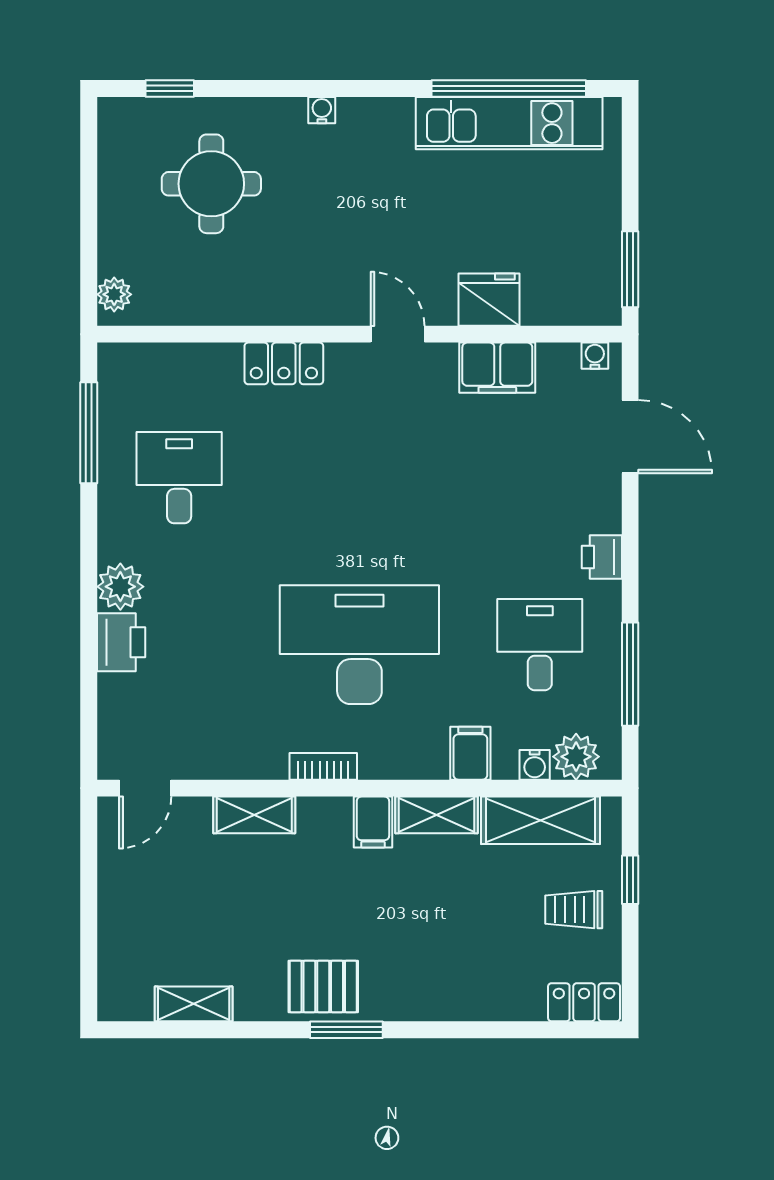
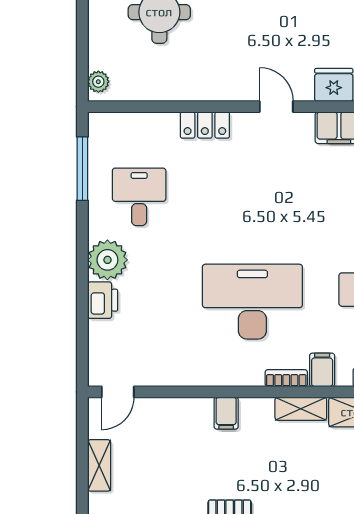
plant: (120, 587) -> (107, 260), width x1.36, depth x1.36
bookcase: (323, 766) -> (286, 378), moved
shelving: (254, 815) -> (99, 465), moved, turned 90
filing cabinet: (373, 822) -> (226, 413), moved

